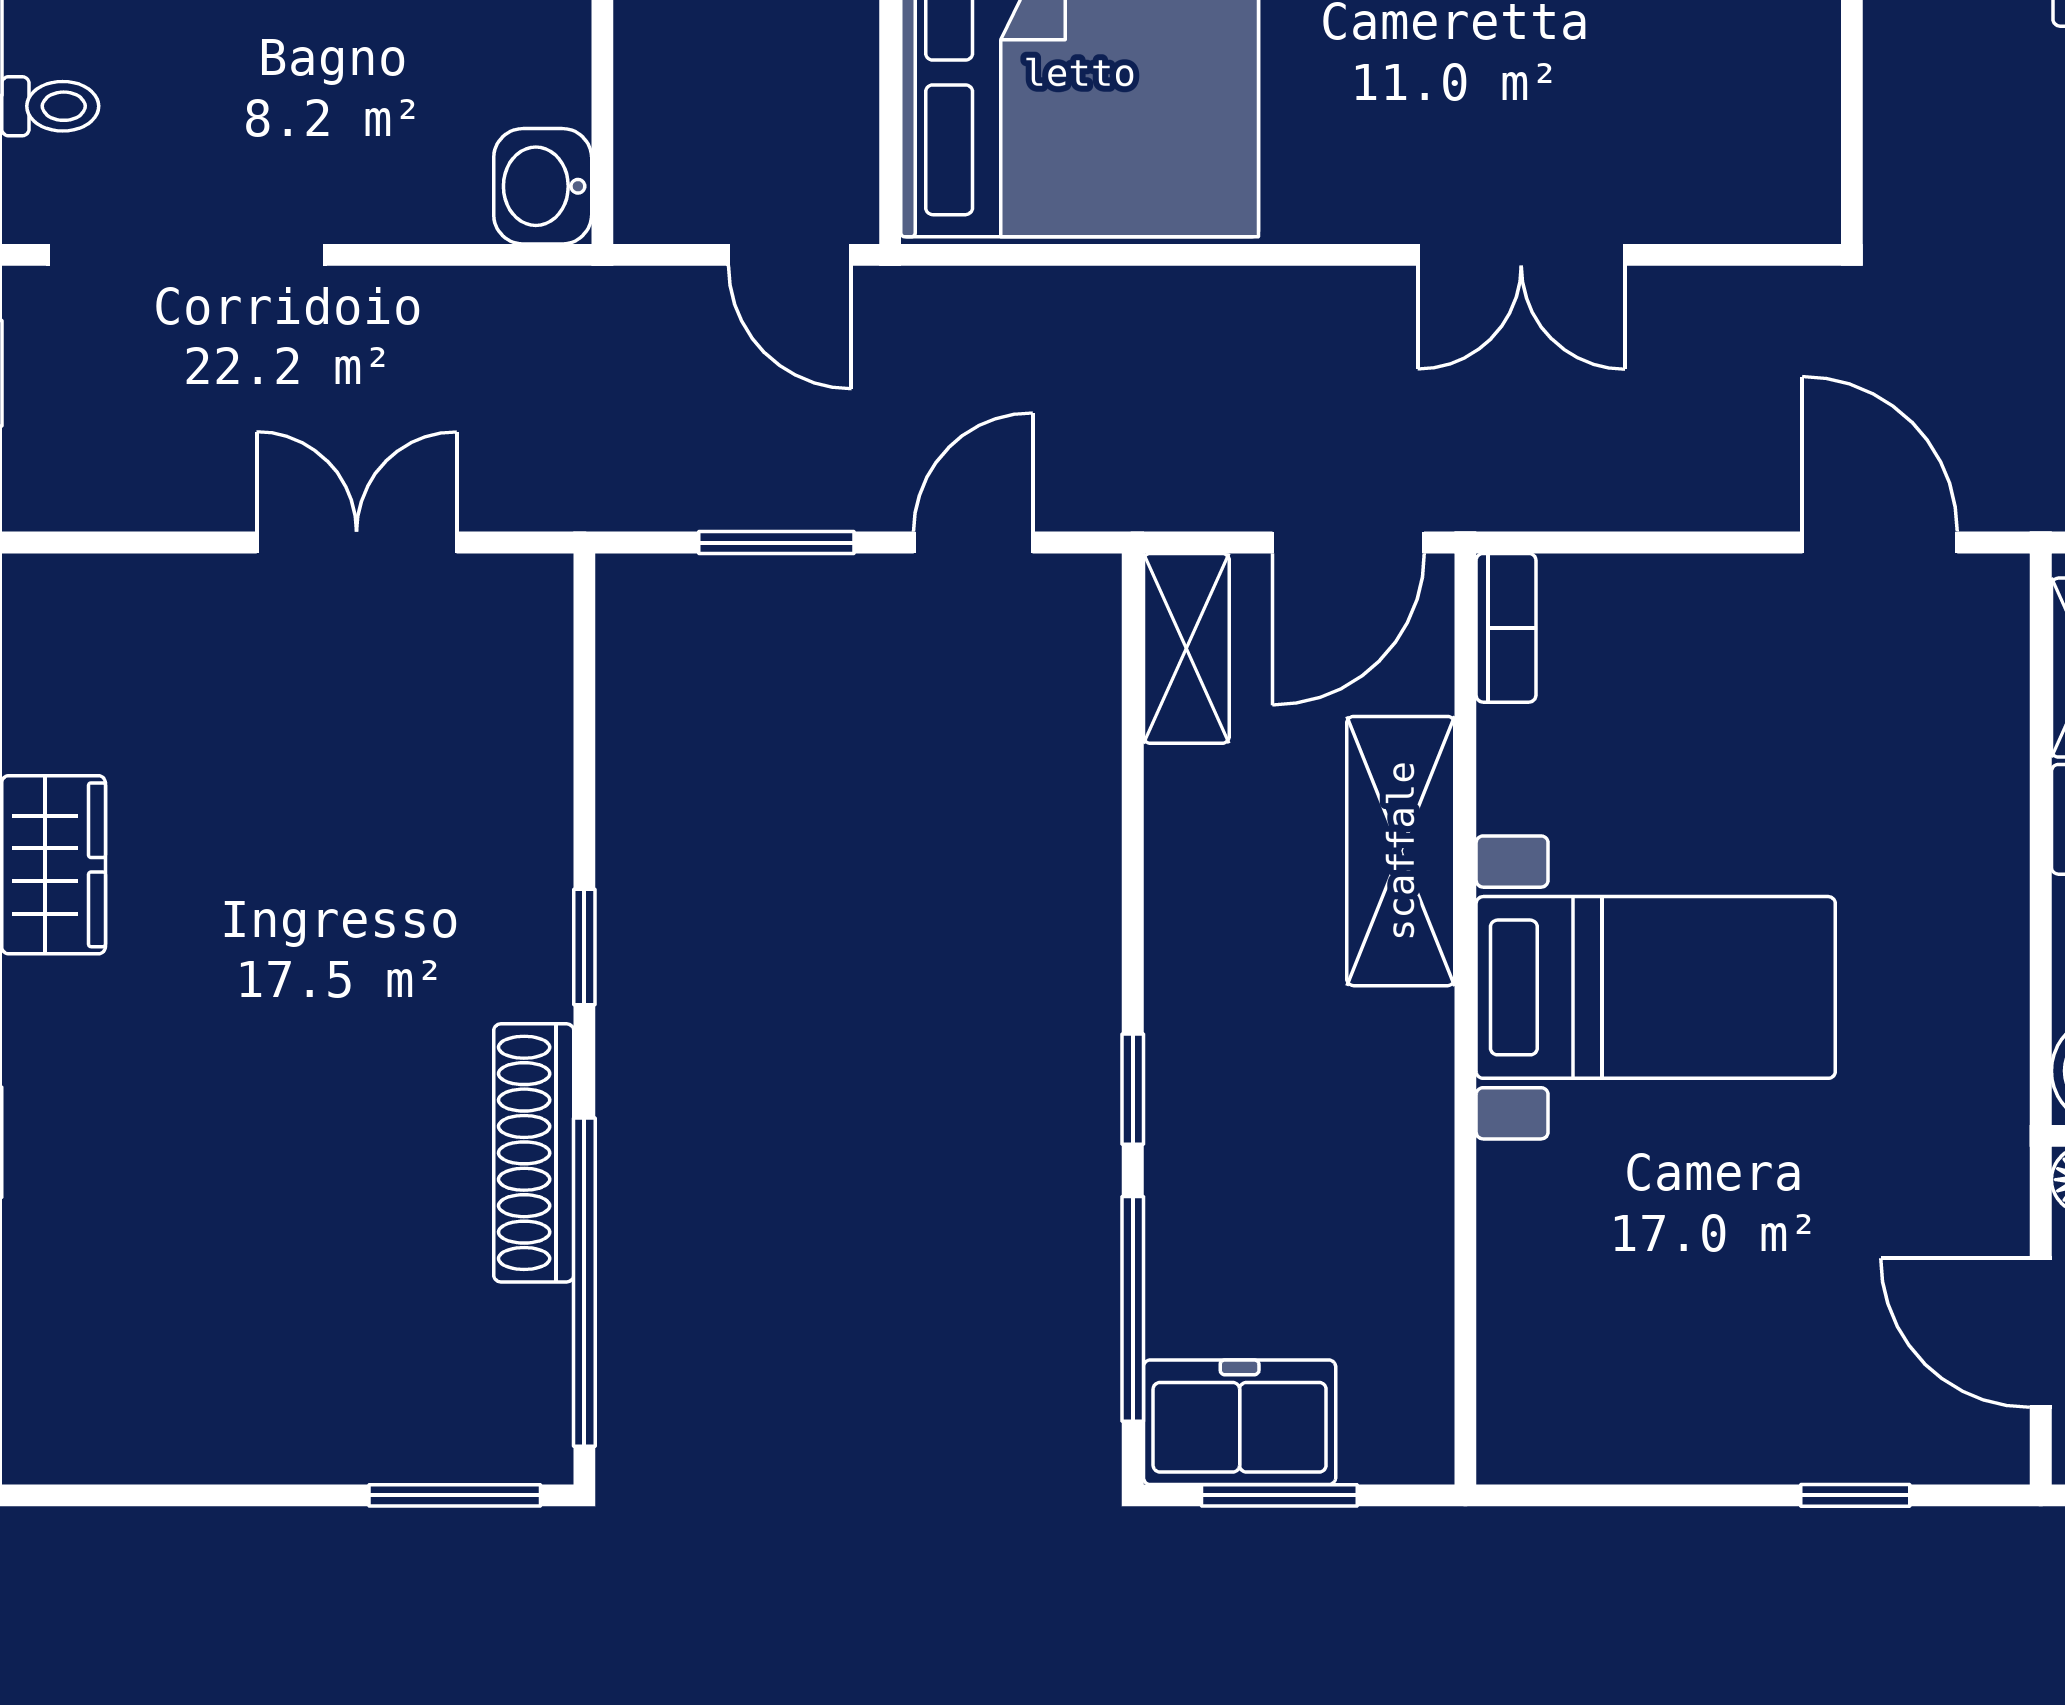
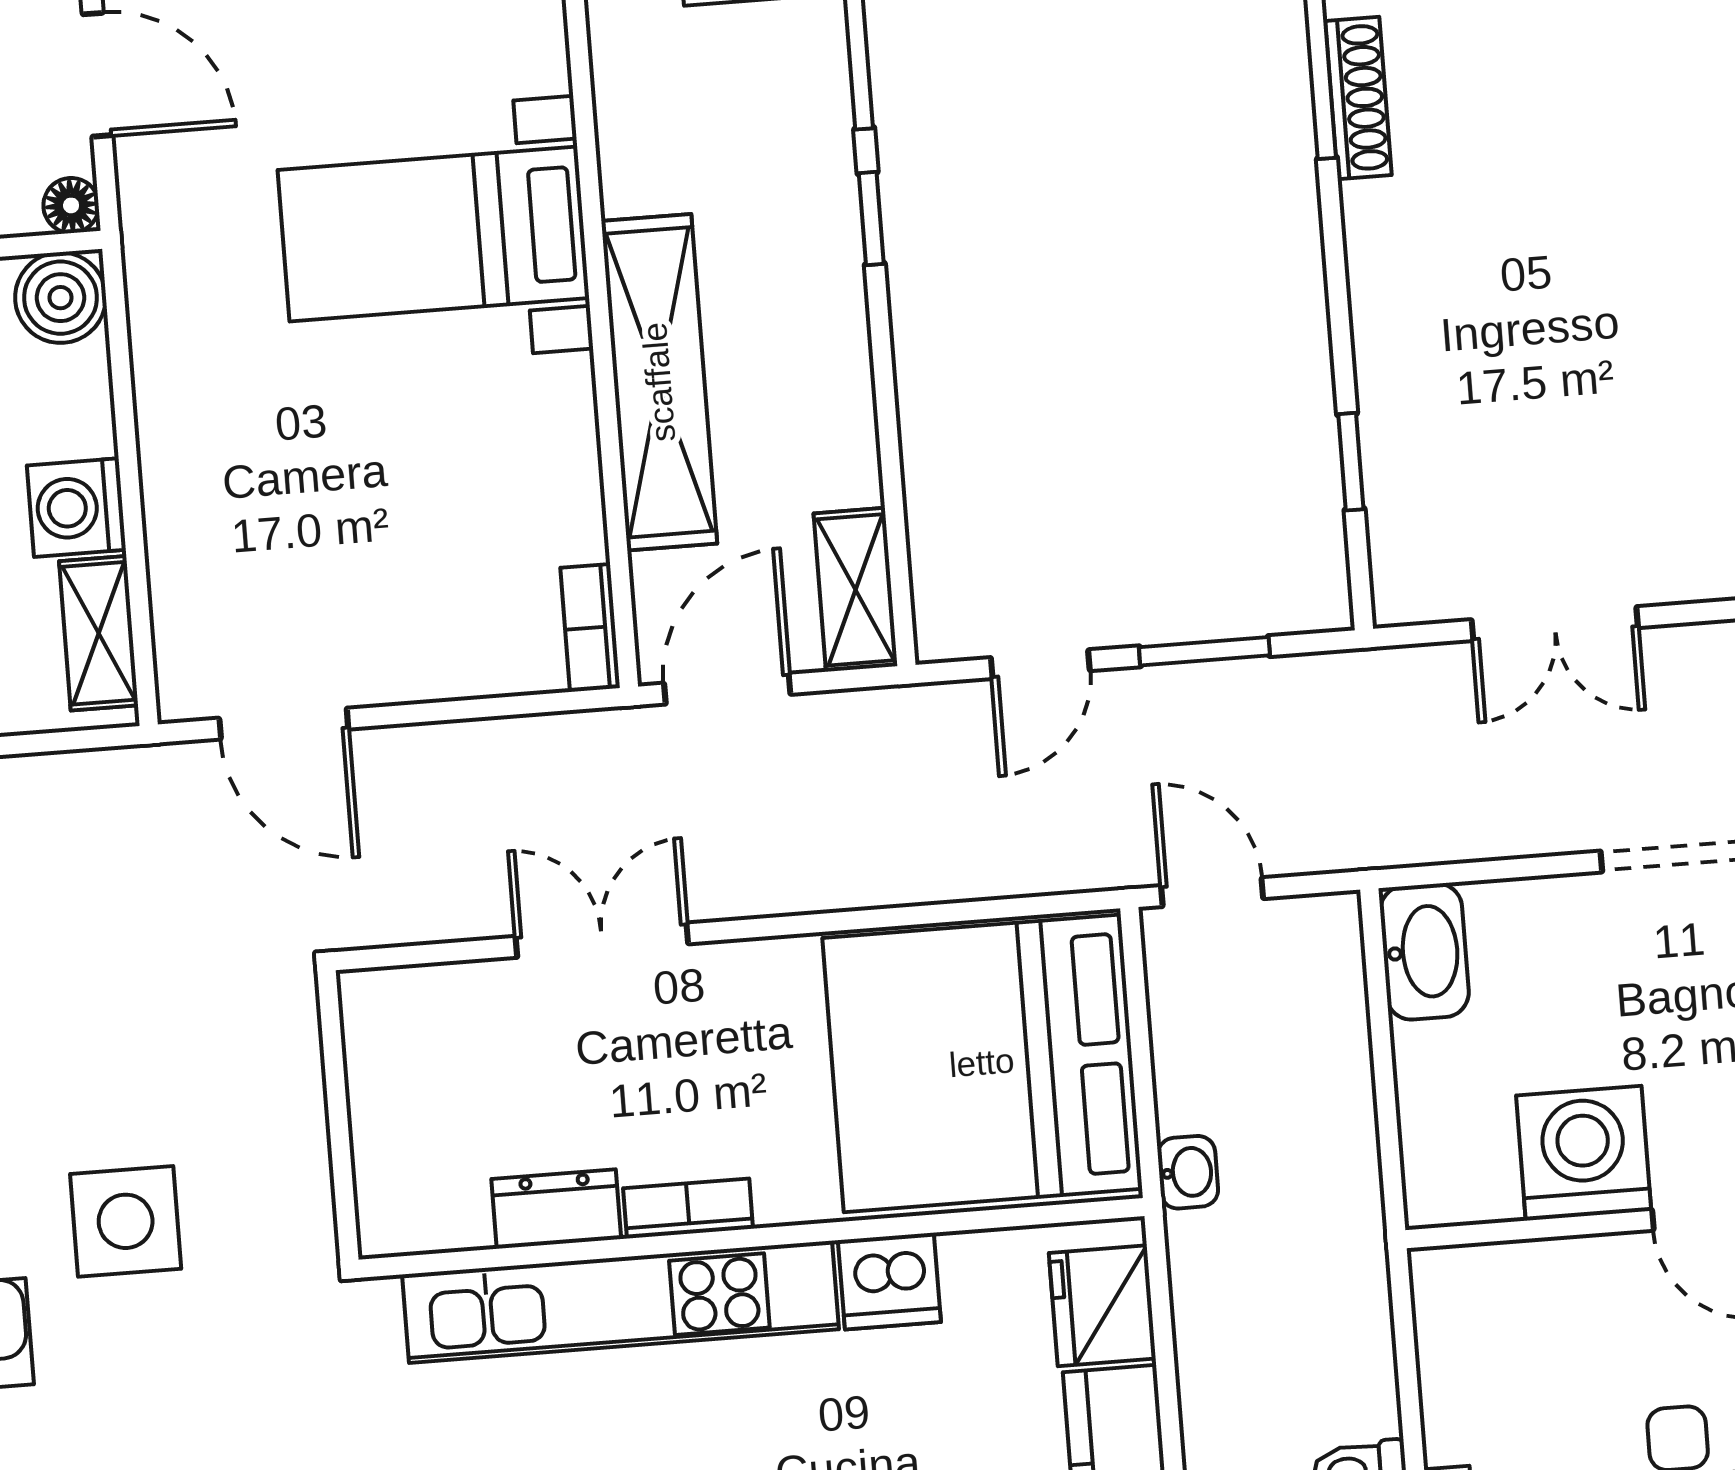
washbasin: (543, 186) -> (1424, 952), width x1.38
shelving: (1401, 851) -> (659, 382), width x1.47
window: (584, 947) -> (1351, 462), moved
bed with nightstands: (1656, 987) -> (433, 234), moved
shoe rack: (534, 1153) -> (1358, 98), width x0.74, depth x0.81

